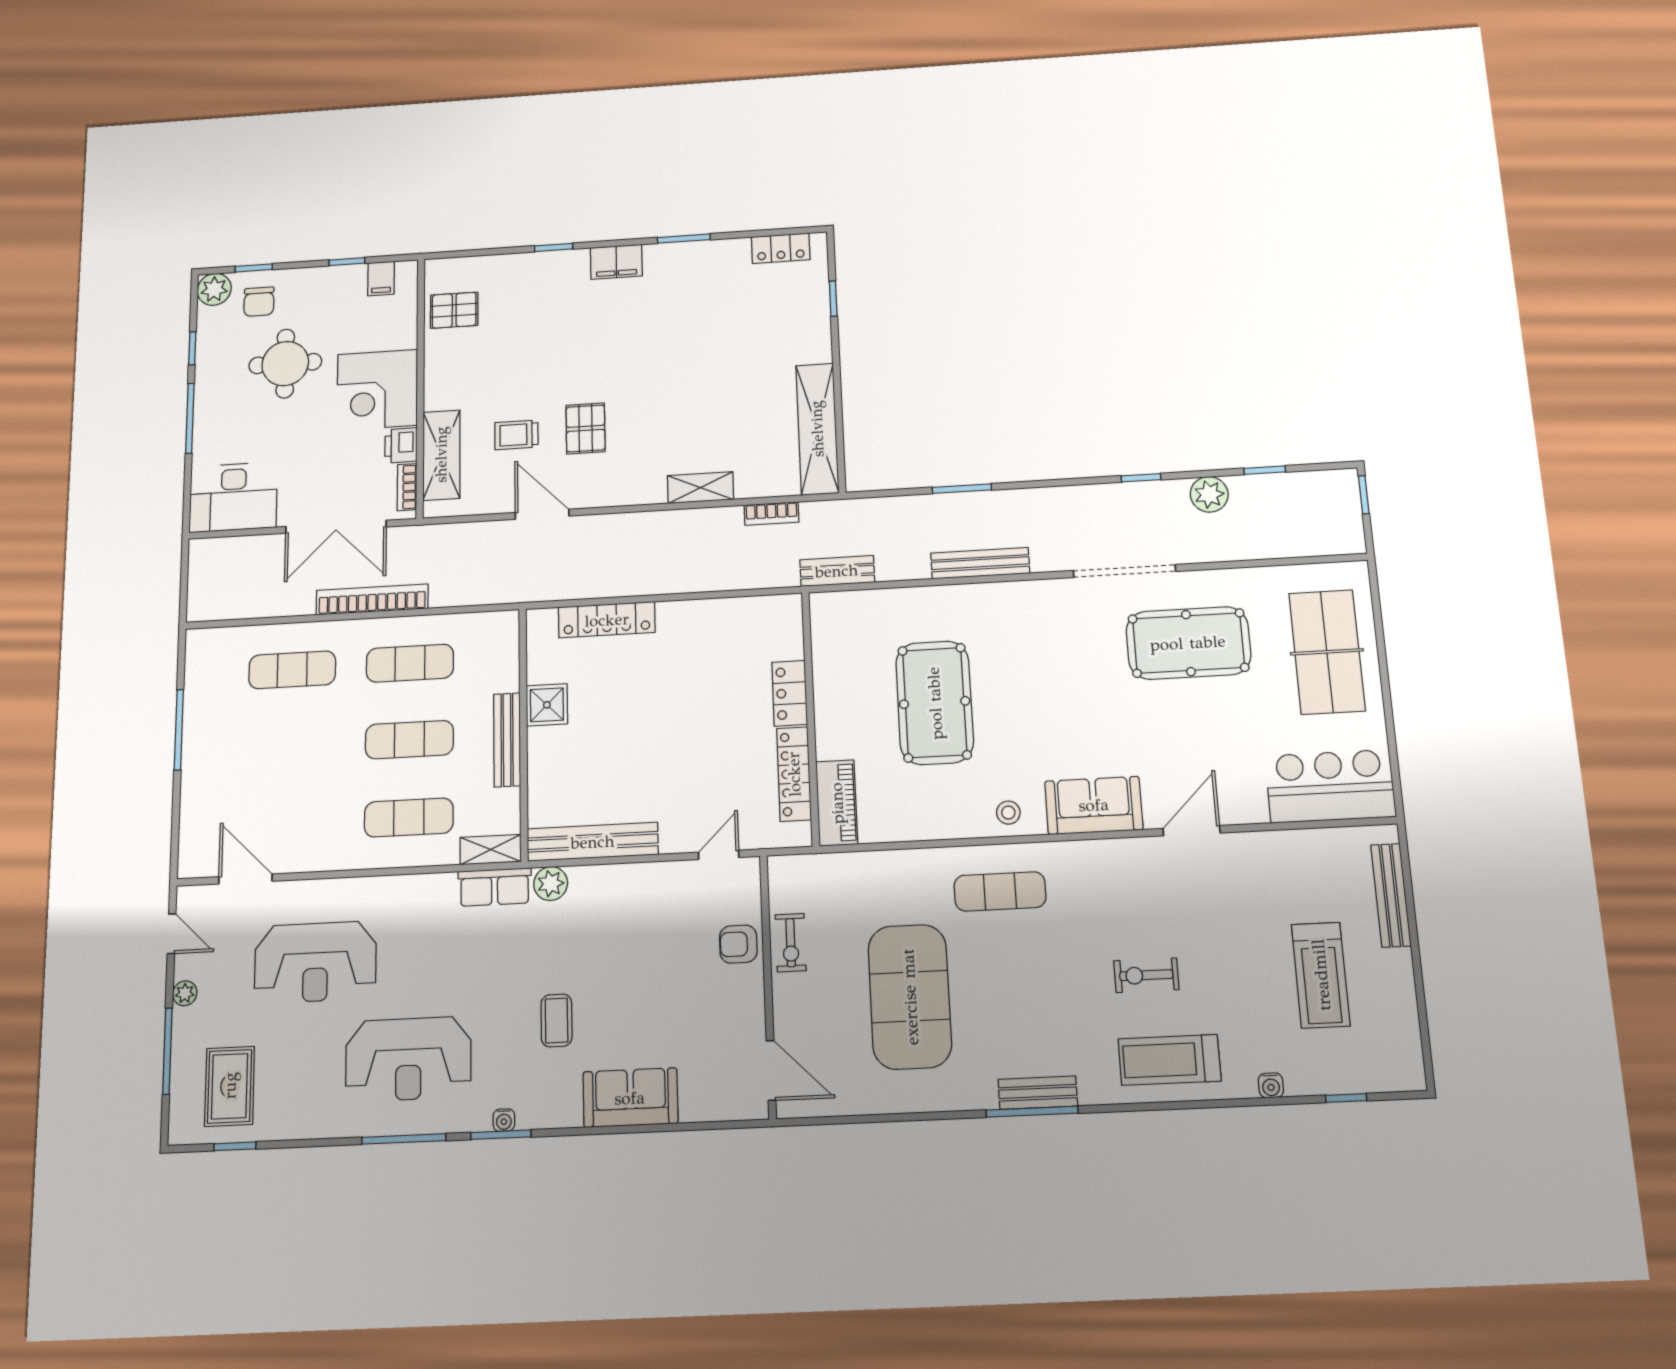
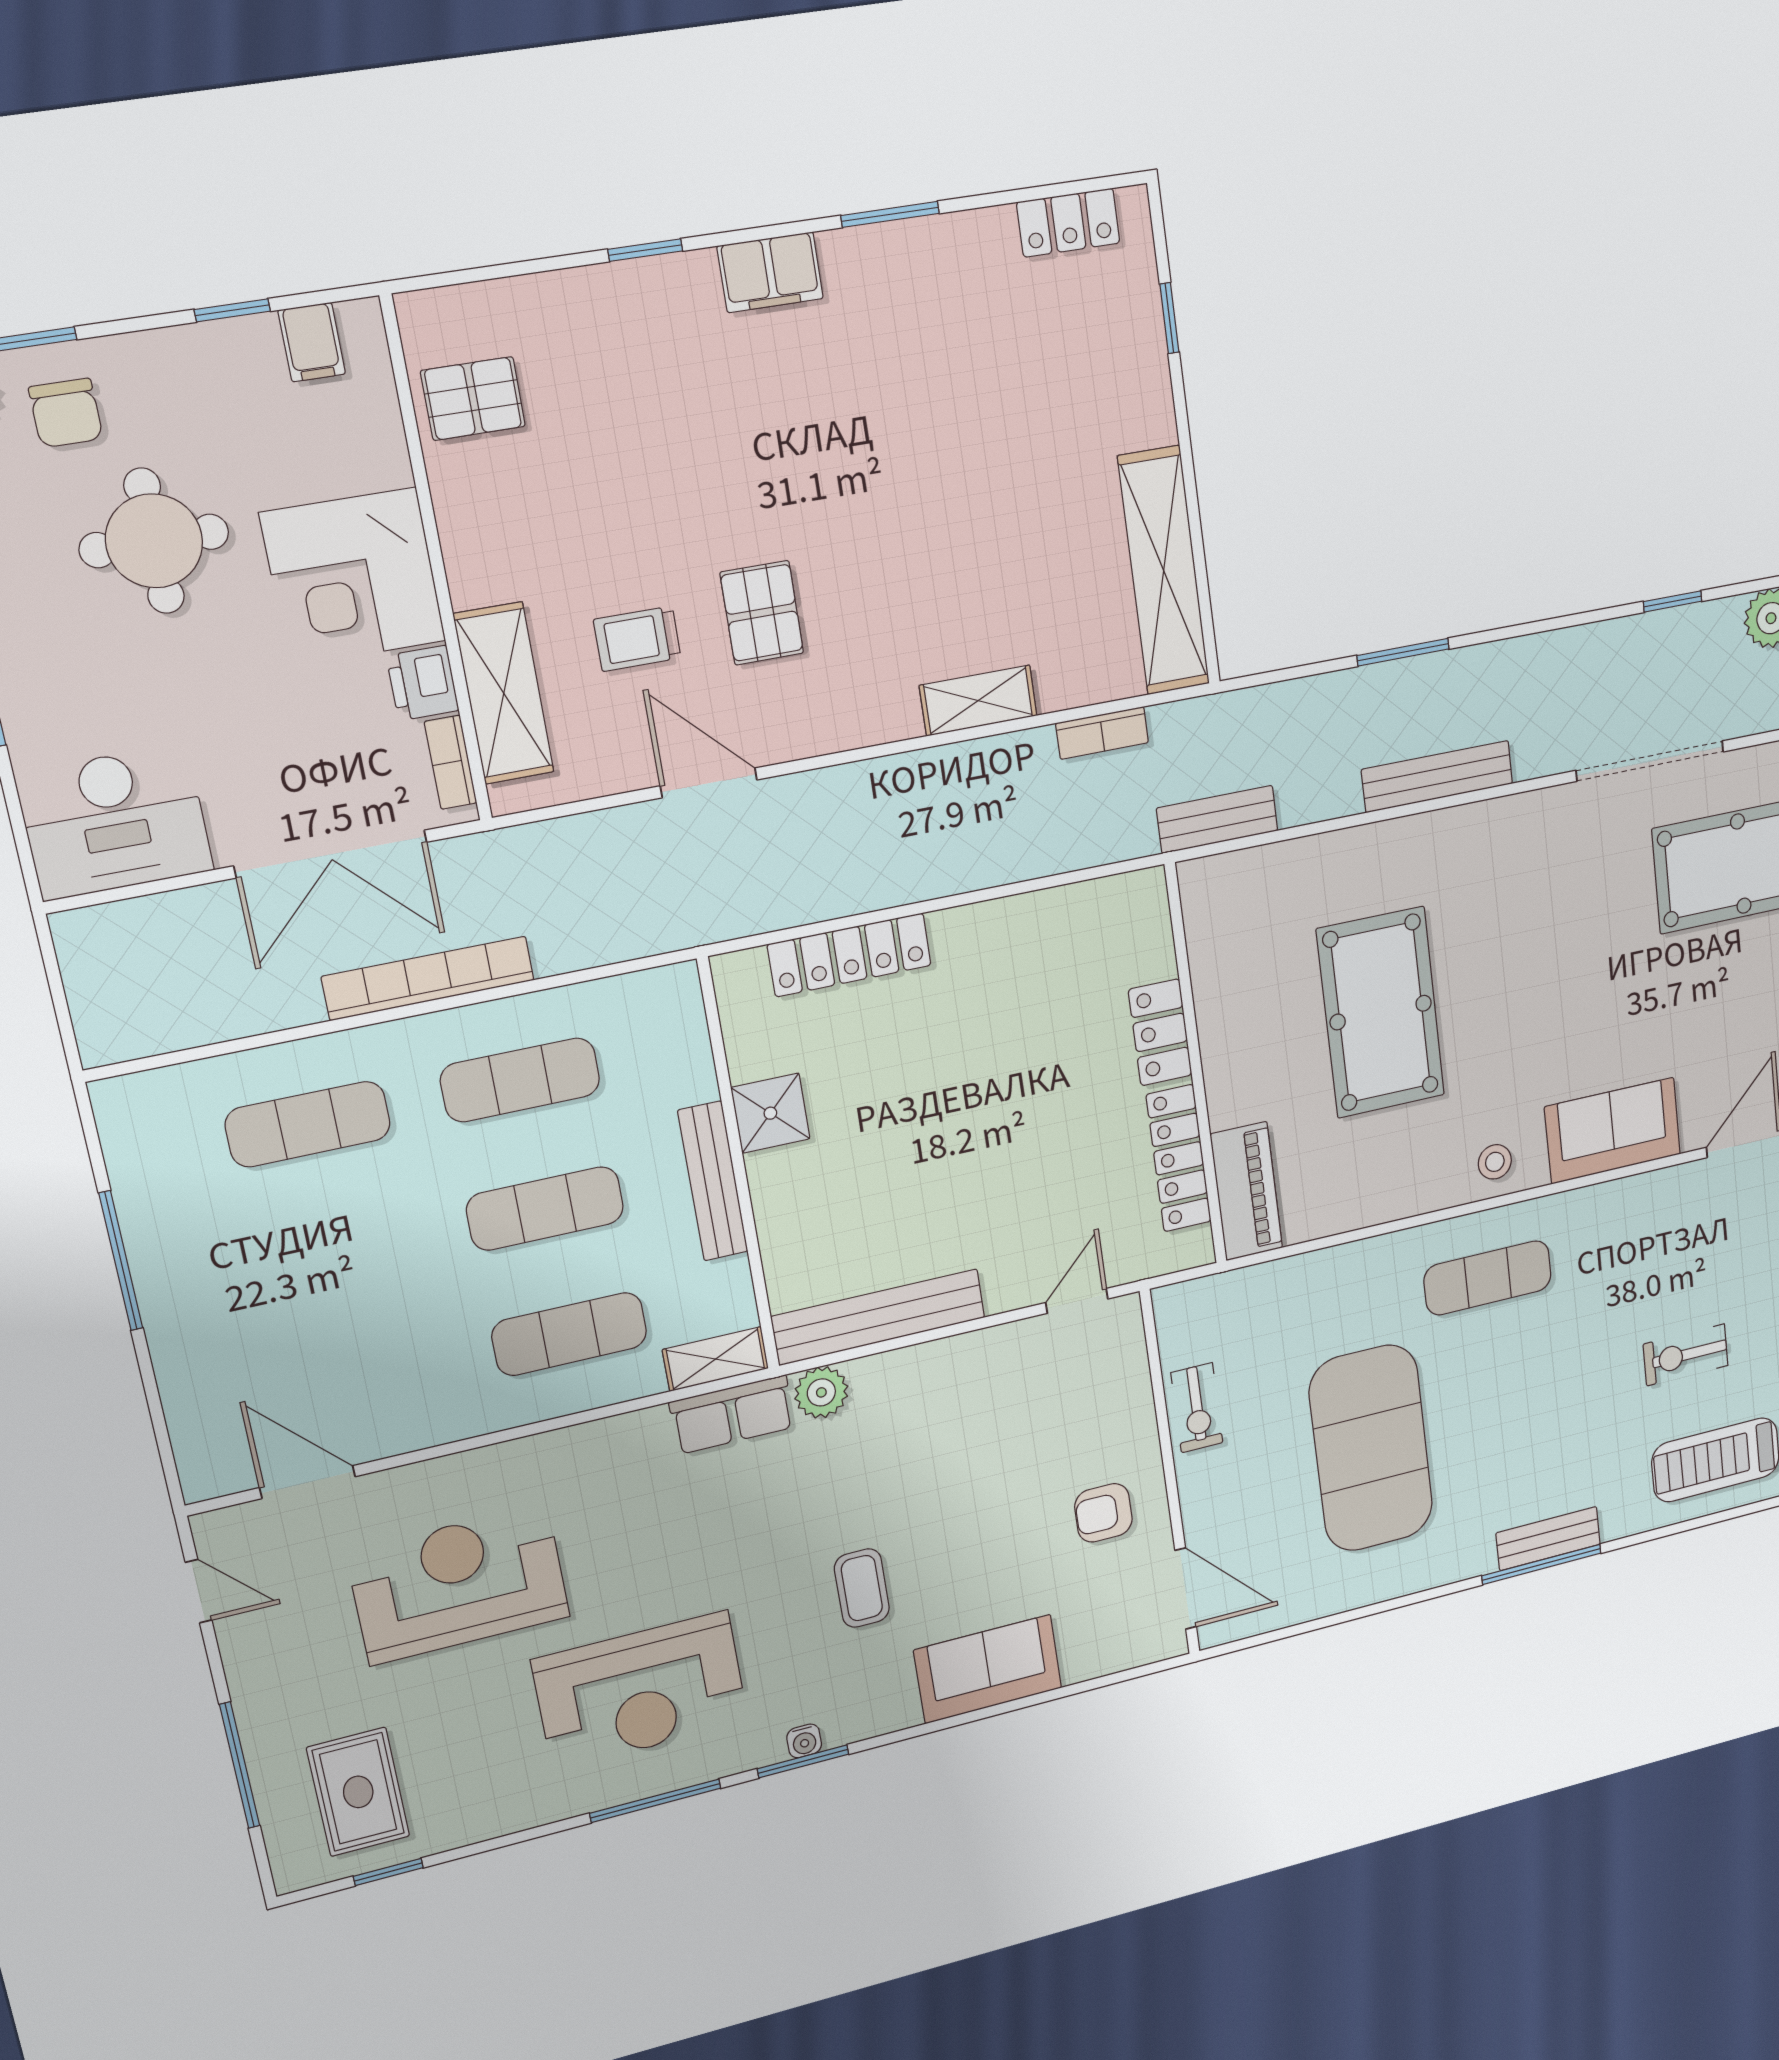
armchair: (738, 944) -> (1103, 1513), moved
reception desk: (315, 962) -> (459, 1584), turned 180
plant: (185, 993) -> (246, 1675), removed

